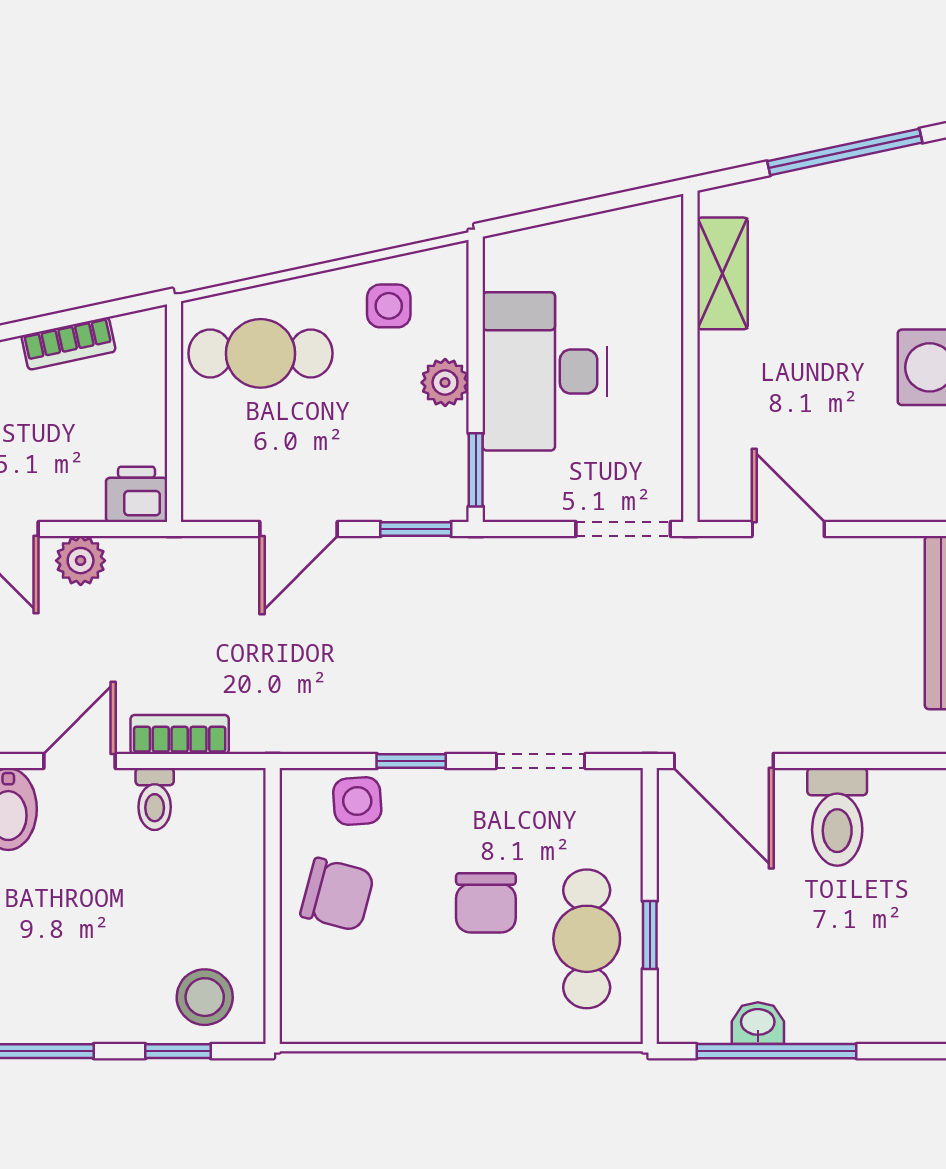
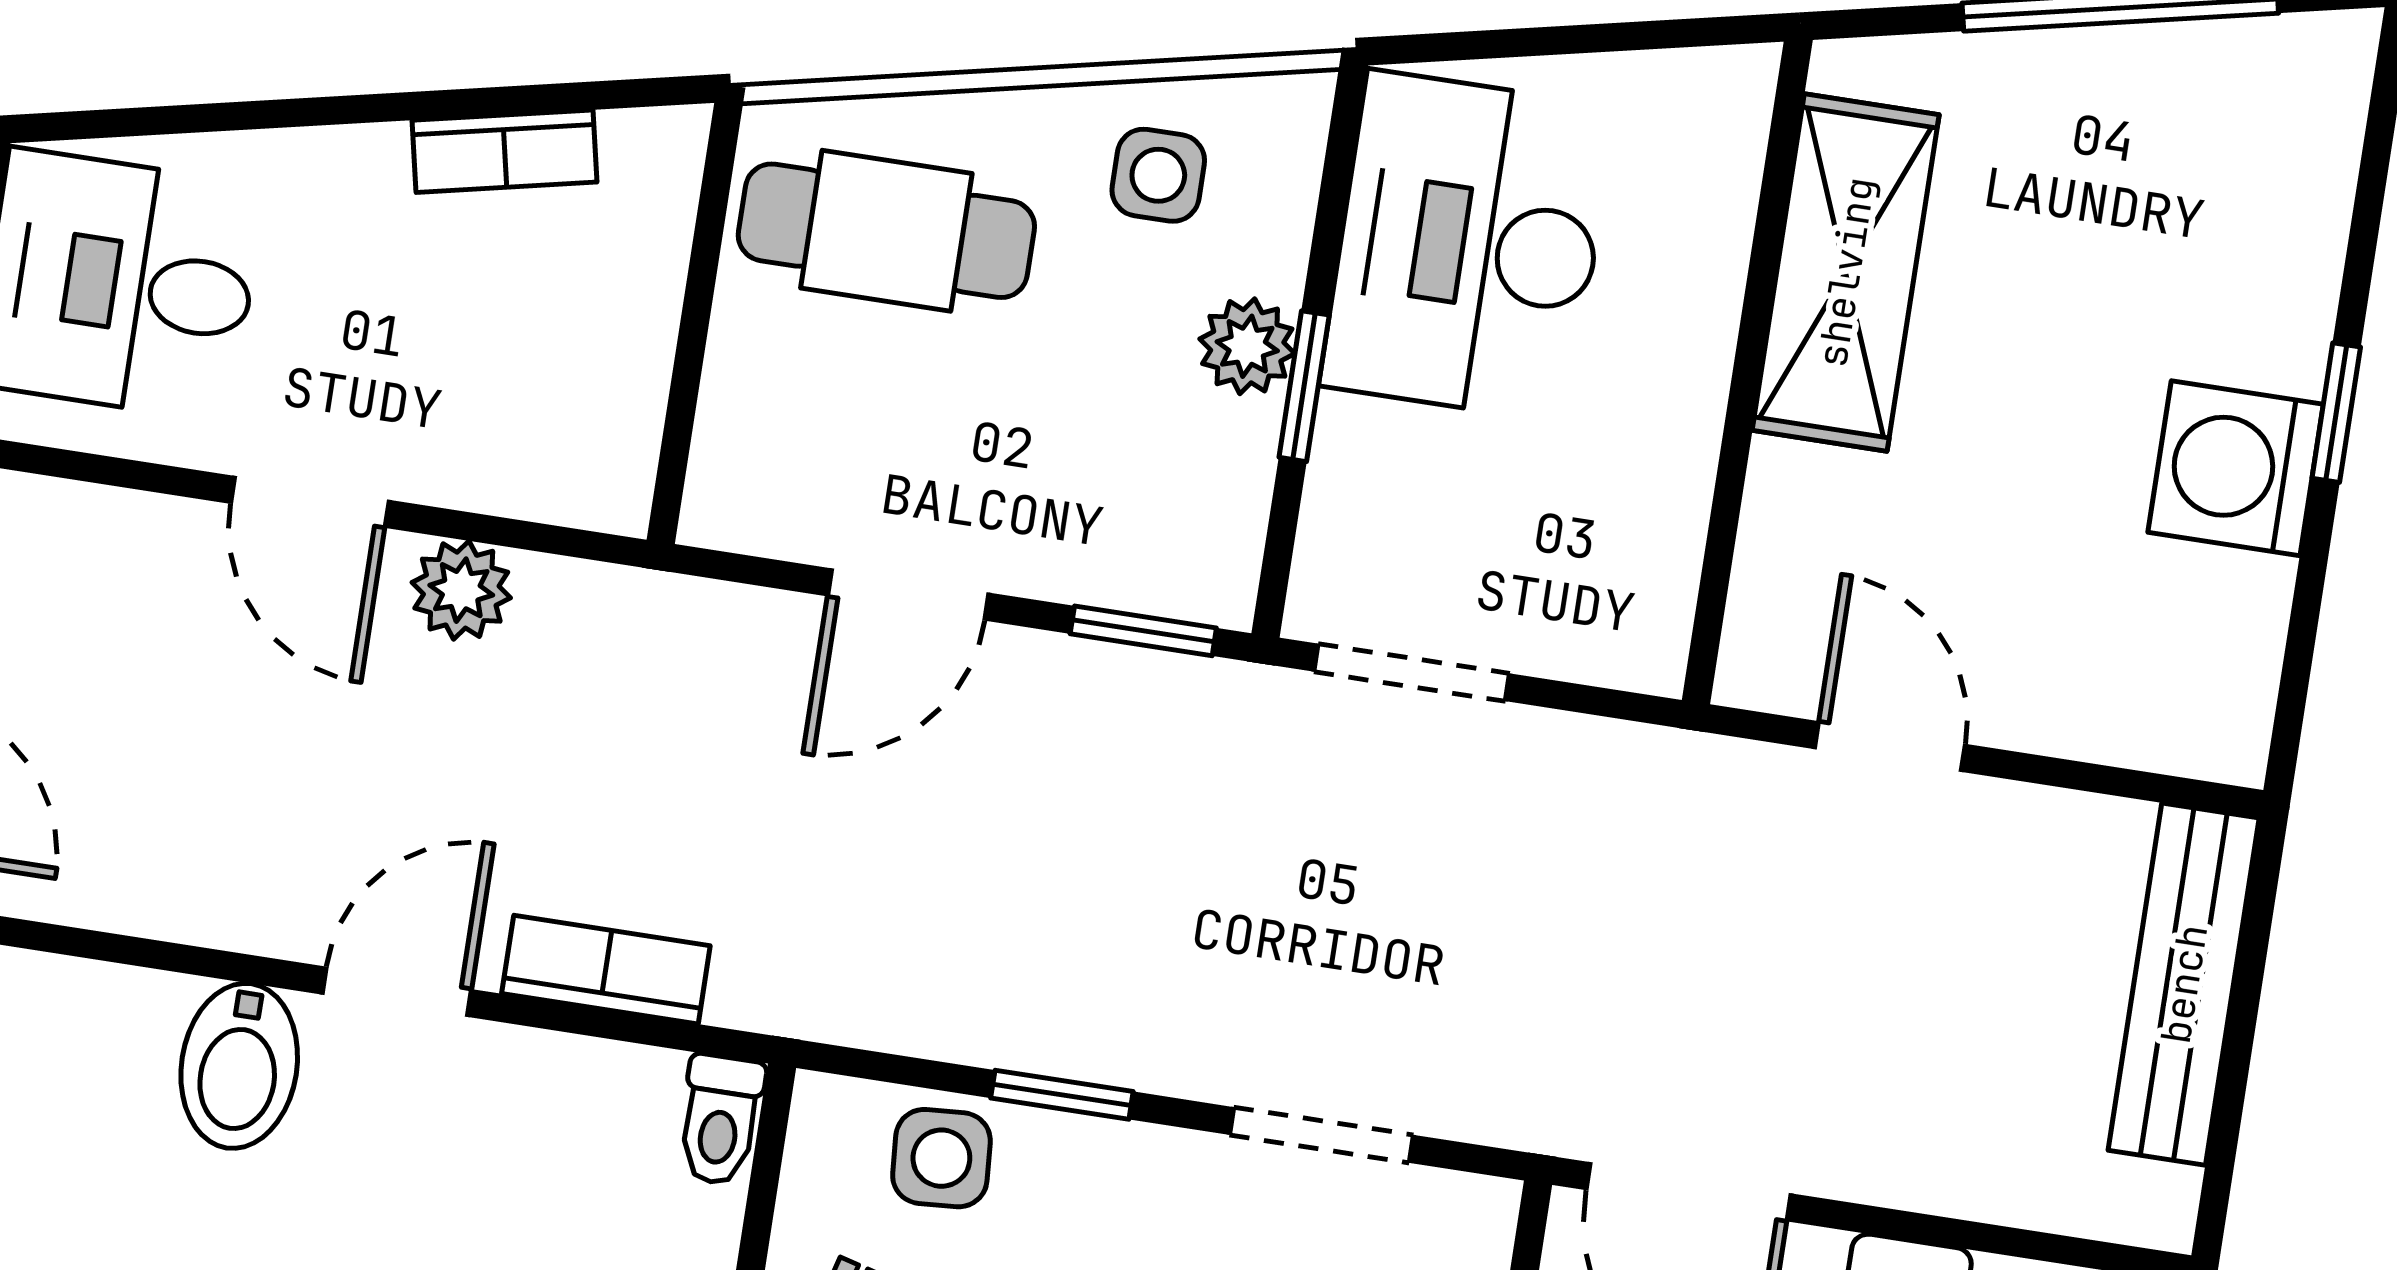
shelving: (723, 273) -> (1846, 272), width x1.50, depth x1.33
desk: (545, 371) -> (1468, 246), moved
window: (476, 470) -> (1304, 386), moved
printer: (137, 494) -> (594, 475), removed
doorway: (623, 529) -> (1412, 672), moved
toilet: (155, 799) -> (720, 1120), moved

